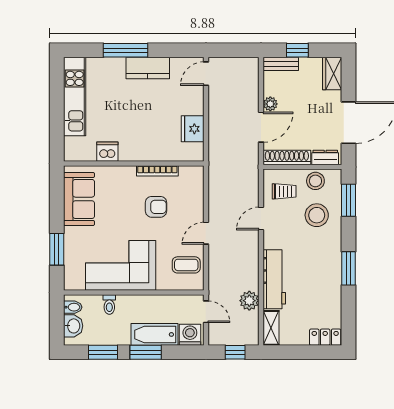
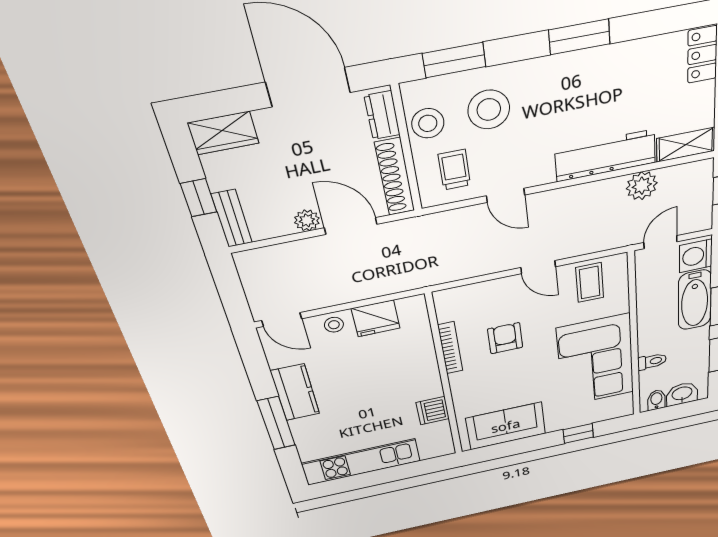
stool: (194, 103) -> (334, 325), added
window: (57, 249) -> (578, 433), width x0.67

